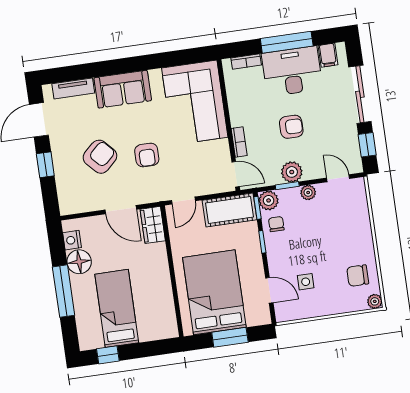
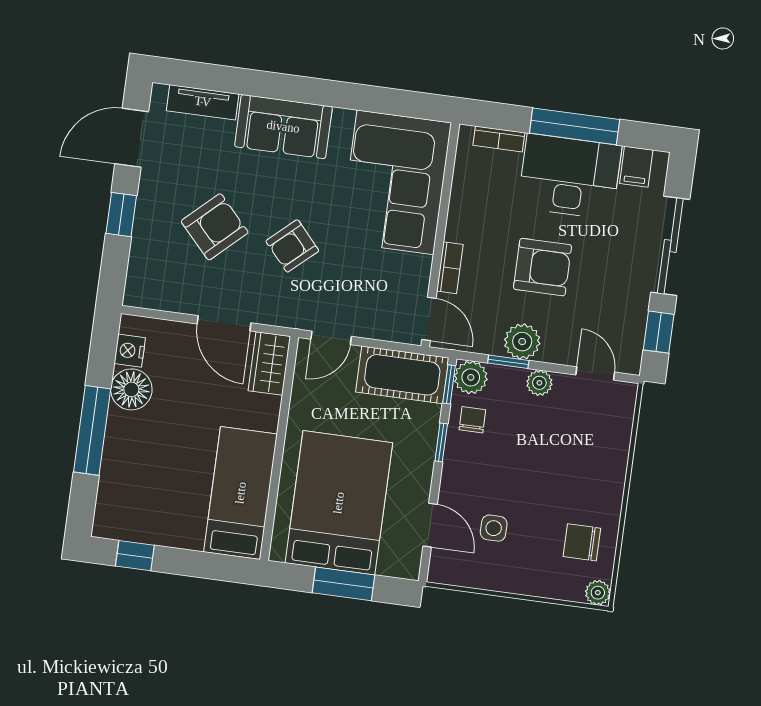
armchair: (291, 127) -> (542, 267), width x1.38, depth x1.38
armchair: (147, 155) -> (292, 246), turned 48
bed: (117, 308) -> (241, 493), moved

